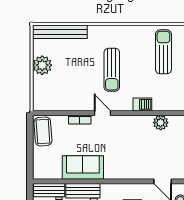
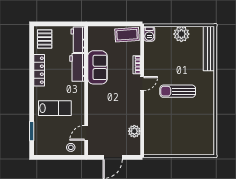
sun lounger: (163, 52) -> (192, 134), removed
barbecue: (142, 104) -> (149, 34), moved

